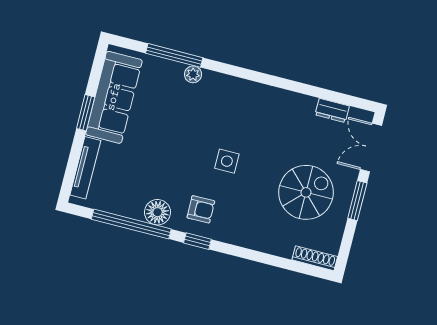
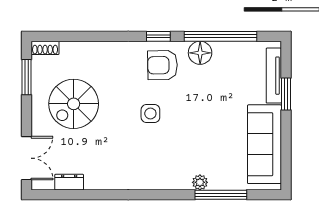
window: (86, 113) -> (286, 94), moved
window: (357, 201) -> (27, 77), moved
armchair: (201, 209) -> (162, 65), width x1.38, depth x1.38
shoe rack: (315, 258) -> (45, 48), width x0.70

